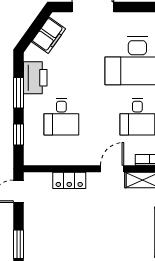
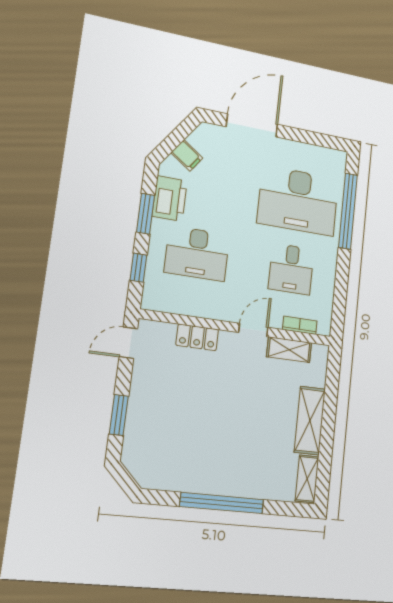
filing cabinet: (49, 35) -> (187, 155), width x0.50
desk: (61, 117) -> (197, 253), width x1.37

